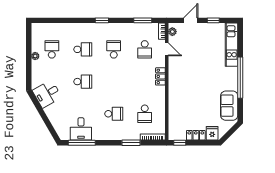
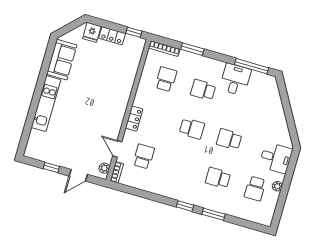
window: (143, 20) -> (213, 214), moved
kitchen unit: (232, 45) -> (46, 104), moved
school desk: (114, 49) -> (192, 129), moved, turned -90
window: (240, 78) -> (39, 89), removed
desk: (47, 94) -> (276, 158), moved, turned 30
desk: (81, 129) -> (235, 80), moved

